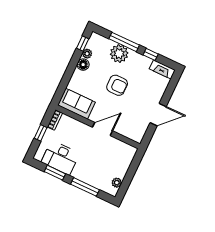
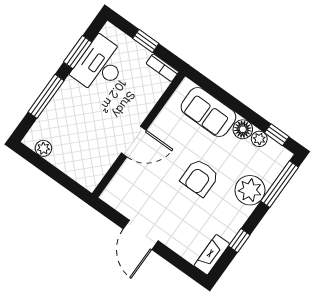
window: (124, 42) -> (280, 184), moved
sofa: (76, 104) -> (208, 112), moved, turned 90
door: (103, 129) -> (134, 141), hinge flipped

